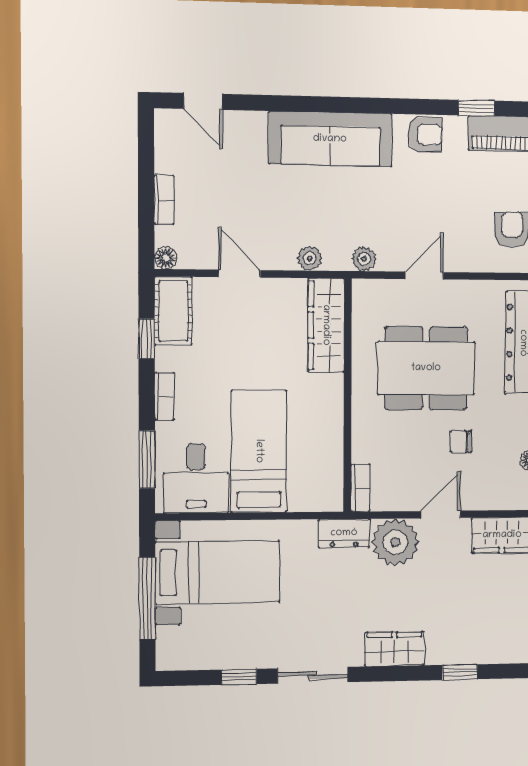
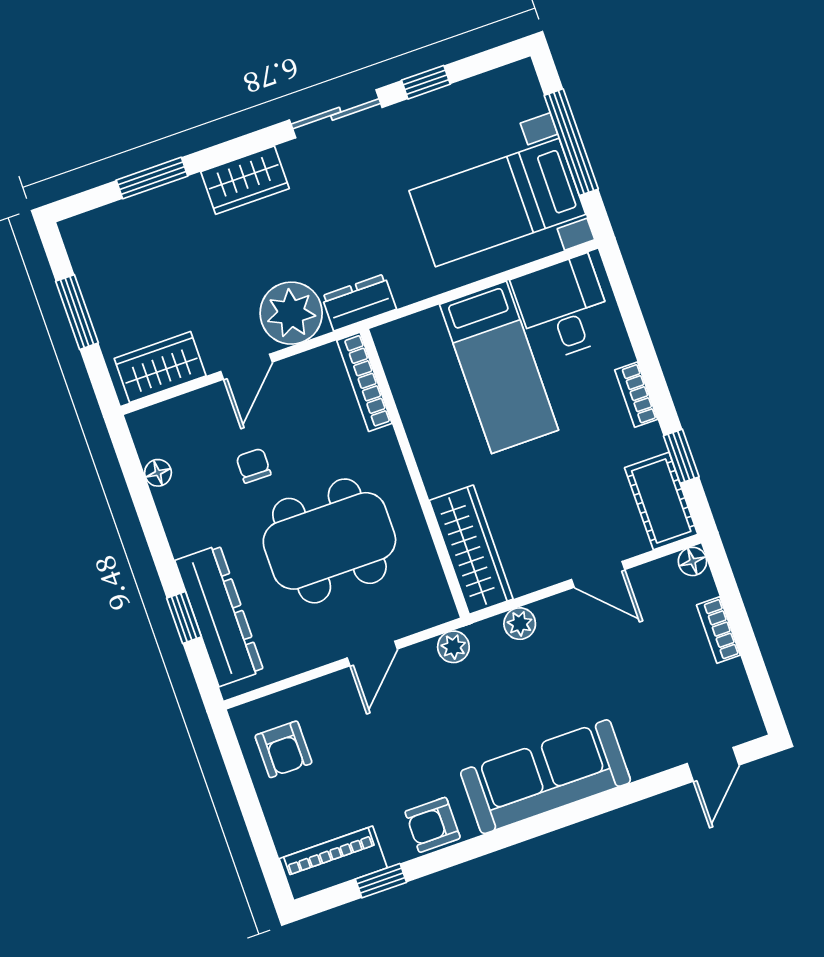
door: (203, 101) -> (713, 764), swing flipped
chair: (461, 442) -> (254, 466), turned -89
window: (147, 459) -> (630, 311), removed
bookcase: (360, 488) -> (364, 382), width x1.56
window: (460, 672) -> (152, 178), width x1.50

